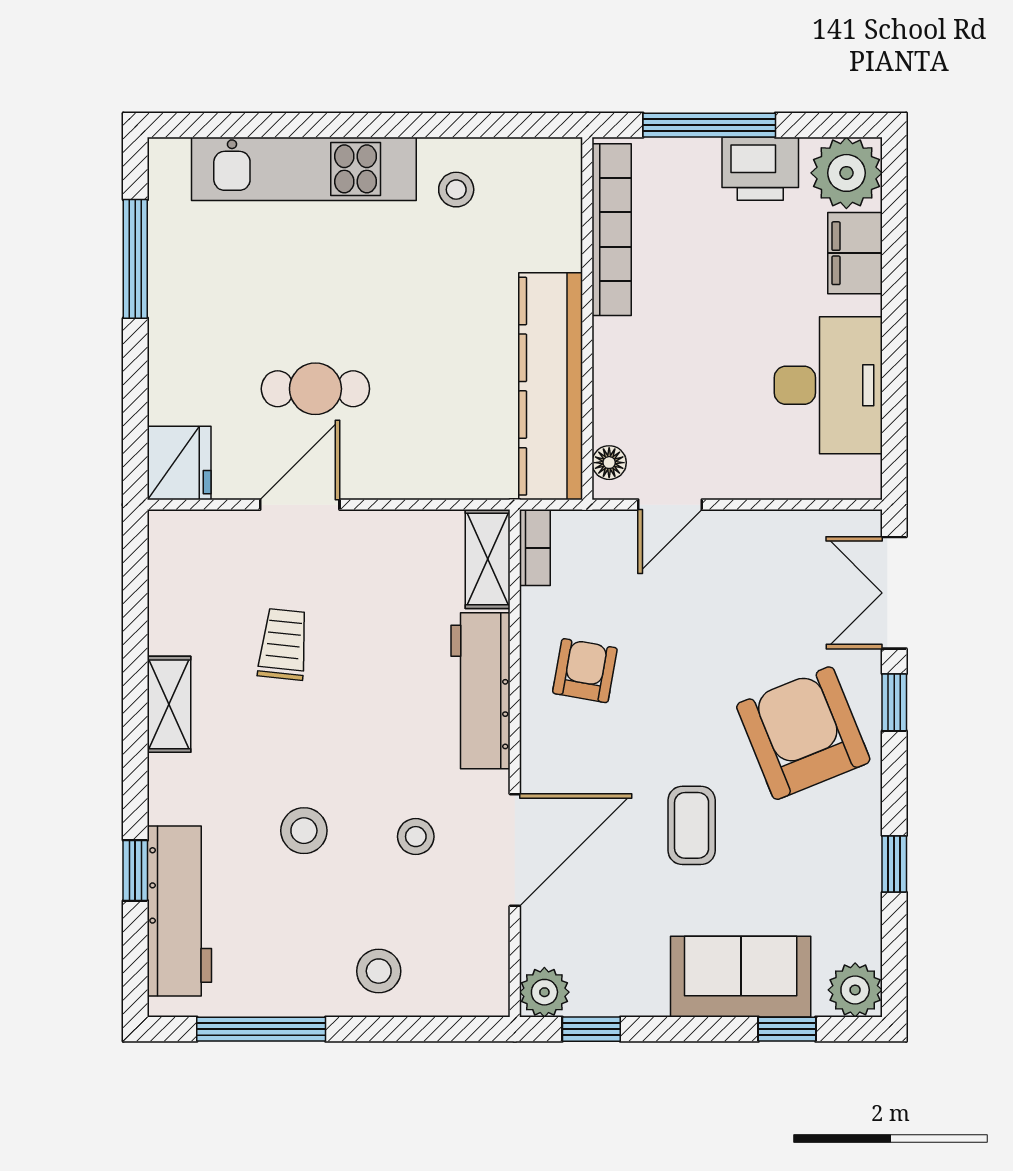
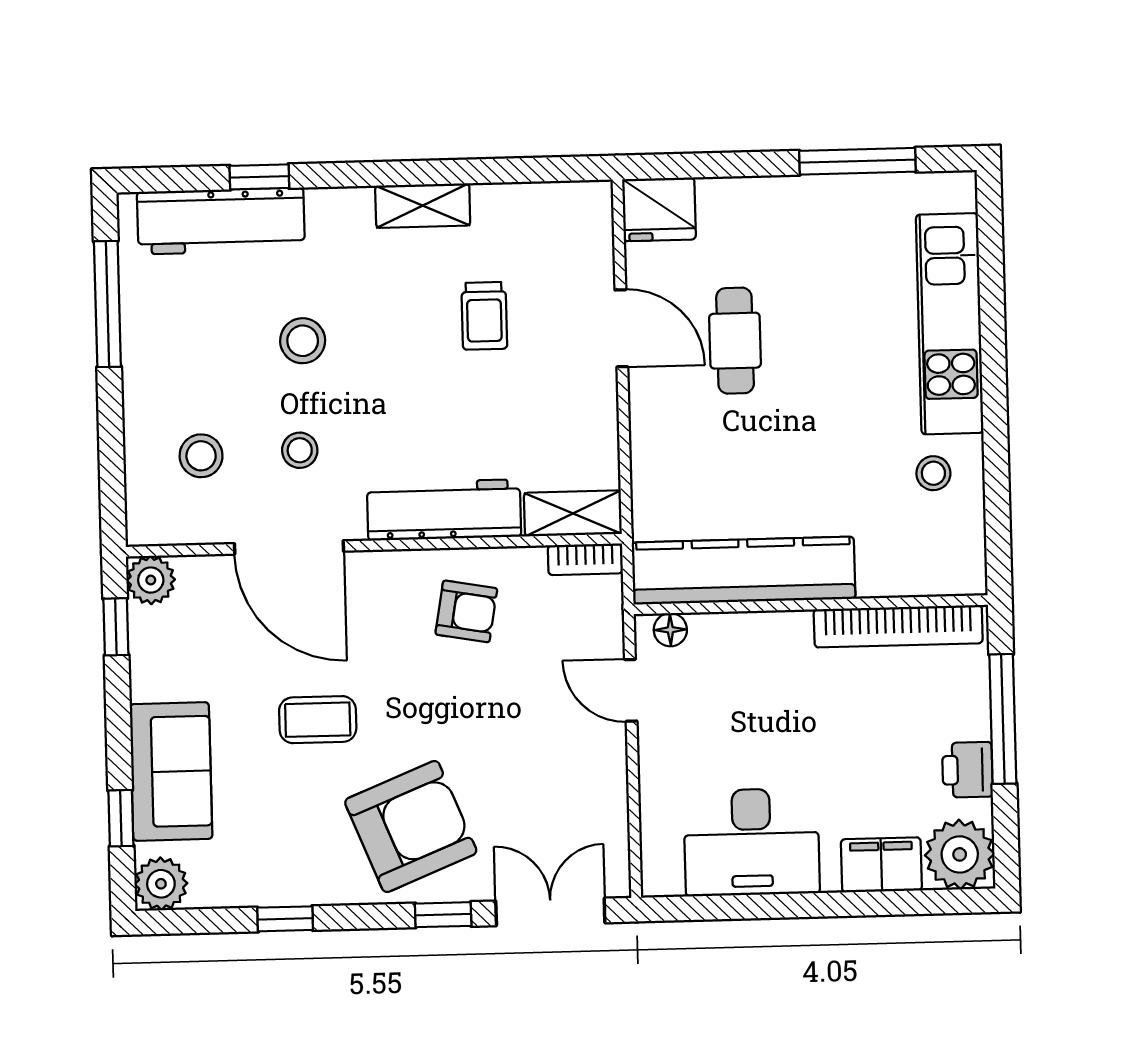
printer: (760, 169) -> (967, 770), width x0.73, depth x0.81
trolley: (283, 644) -> (484, 316), turned 84
stool: (379, 971) -> (201, 456), moved

